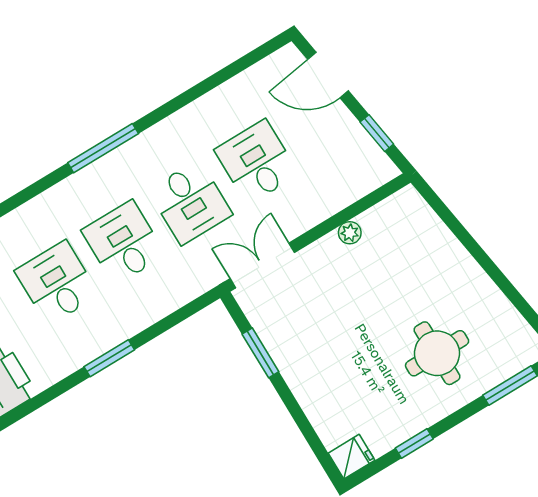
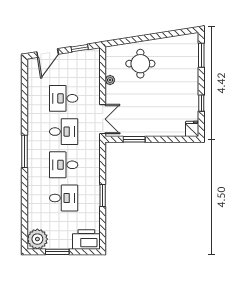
double door: (262, 266) -> (103, 119), swing flipped
desk: (57, 283) -> (64, 198), turned 180
round table: (437, 353) -> (140, 64), moved

